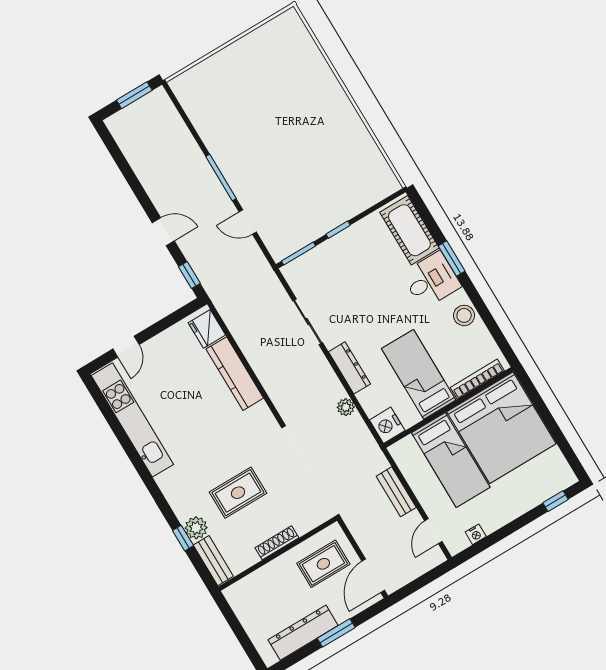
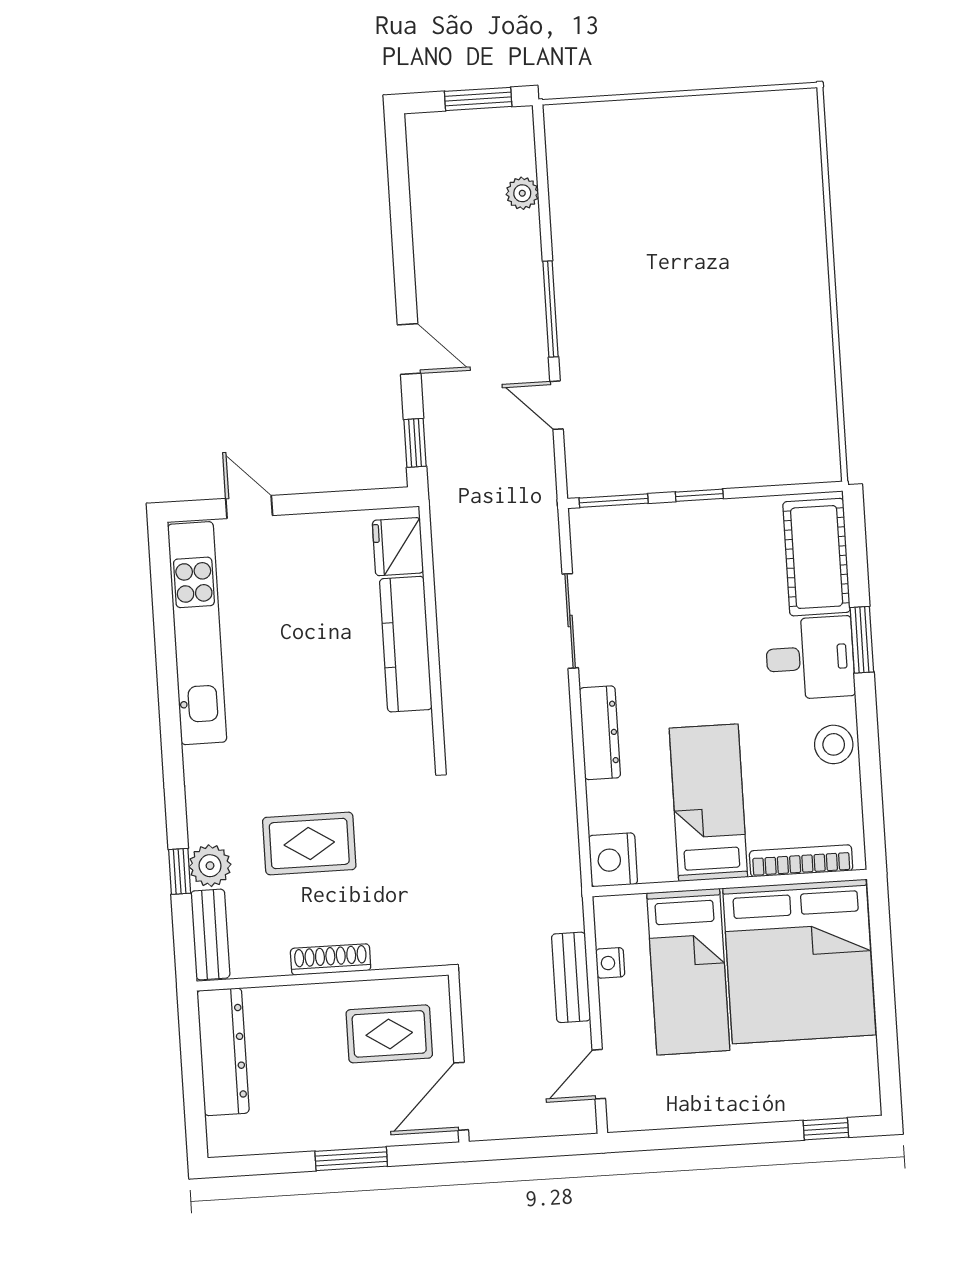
door: (126, 347) -> (249, 507), swing flipped
plant: (346, 407) -> (522, 193), moved
nightstand: (476, 534) -> (610, 963), moved, turned 90
dresser: (303, 633) -> (223, 1052), moved, turned 90

